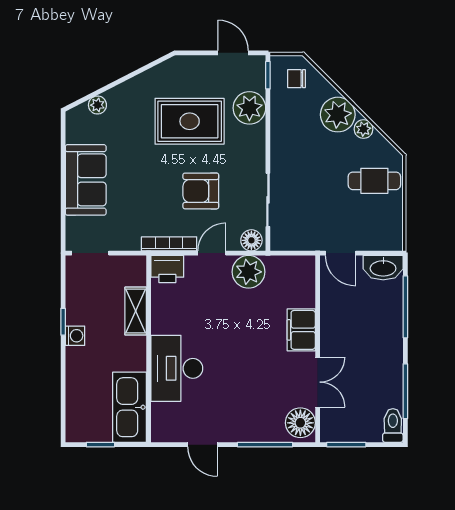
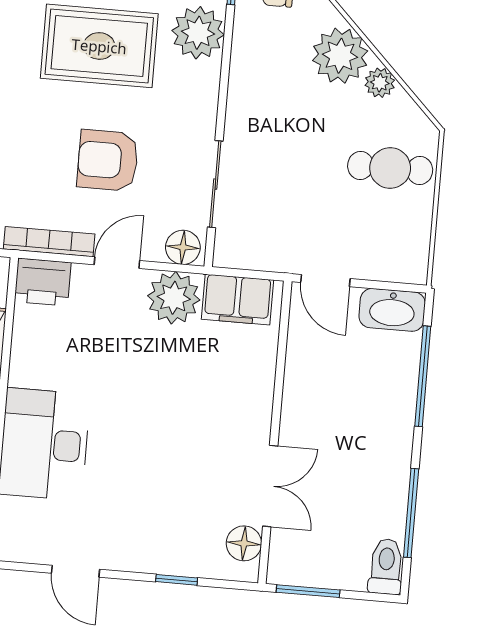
filing cabinet: (301, 330) -> (238, 300), moved, turned -90
floor lamp: (300, 423) -> (244, 543), width x0.73, depth x0.73
window: (265, 445) -> (177, 580), width x0.46

